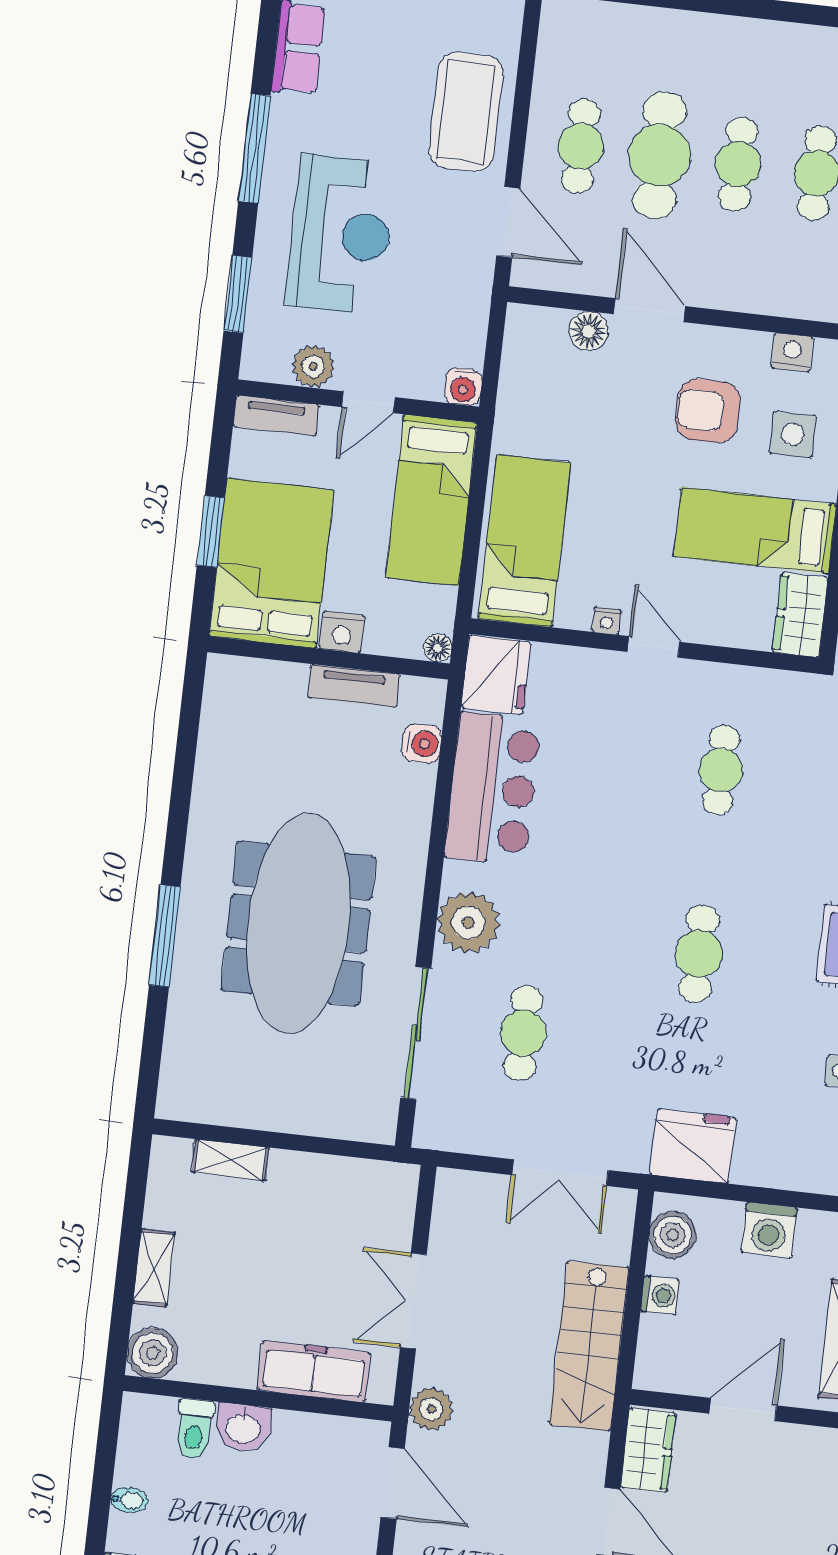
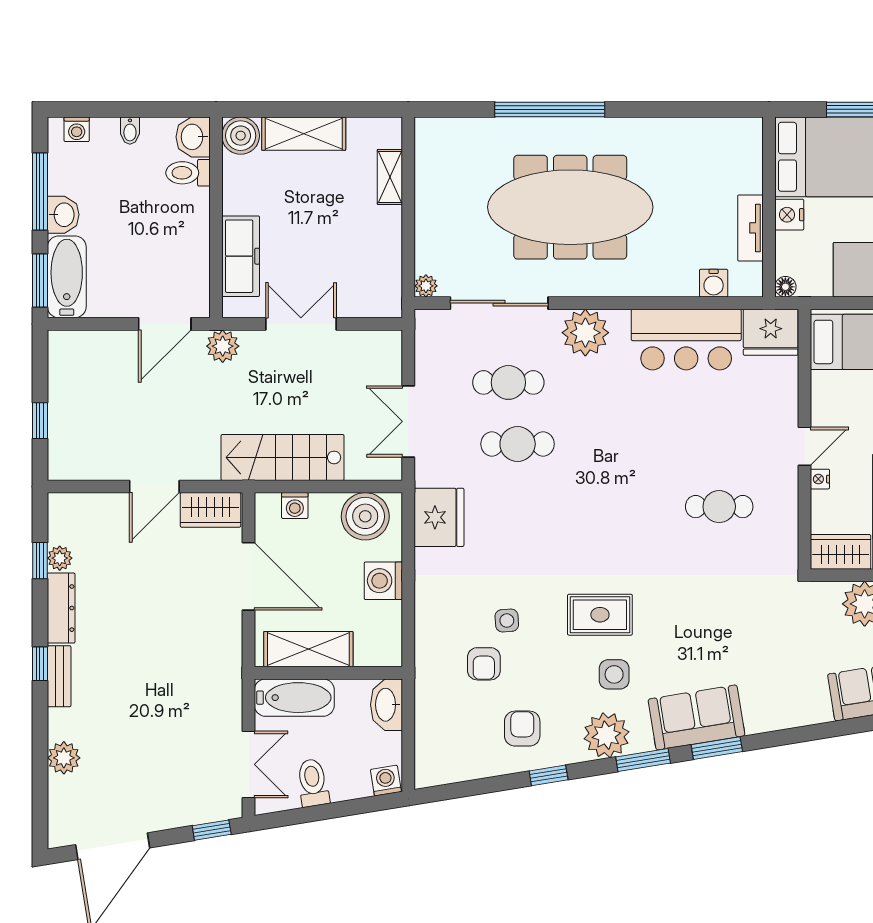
nightstand: (607, 621) -> (820, 479), moved
window: (165, 936) -> (550, 109), width x1.46
cafe table: (699, 954) -> (518, 444), moved
plant: (382, 1128) -> (426, 286), added
boiler: (673, 1235) -> (365, 516), width x1.37, depth x1.37
shelving: (154, 1268) -> (304, 134), width x1.50, depth x1.33
washing machine: (660, 1295) -> (295, 506), moved
door: (743, 1410) -> (248, 576), width x1.36
washbasin: (243, 1428) -> (193, 137), moved

